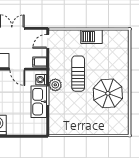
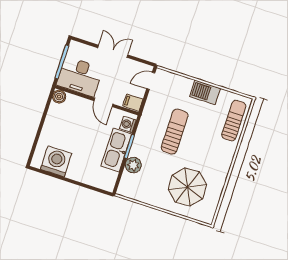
sun lounger: (120, 51) -> (234, 121), added
plant: (55, 85) -> (133, 165), moved
parasol: (108, 93) -> (187, 187), moved

